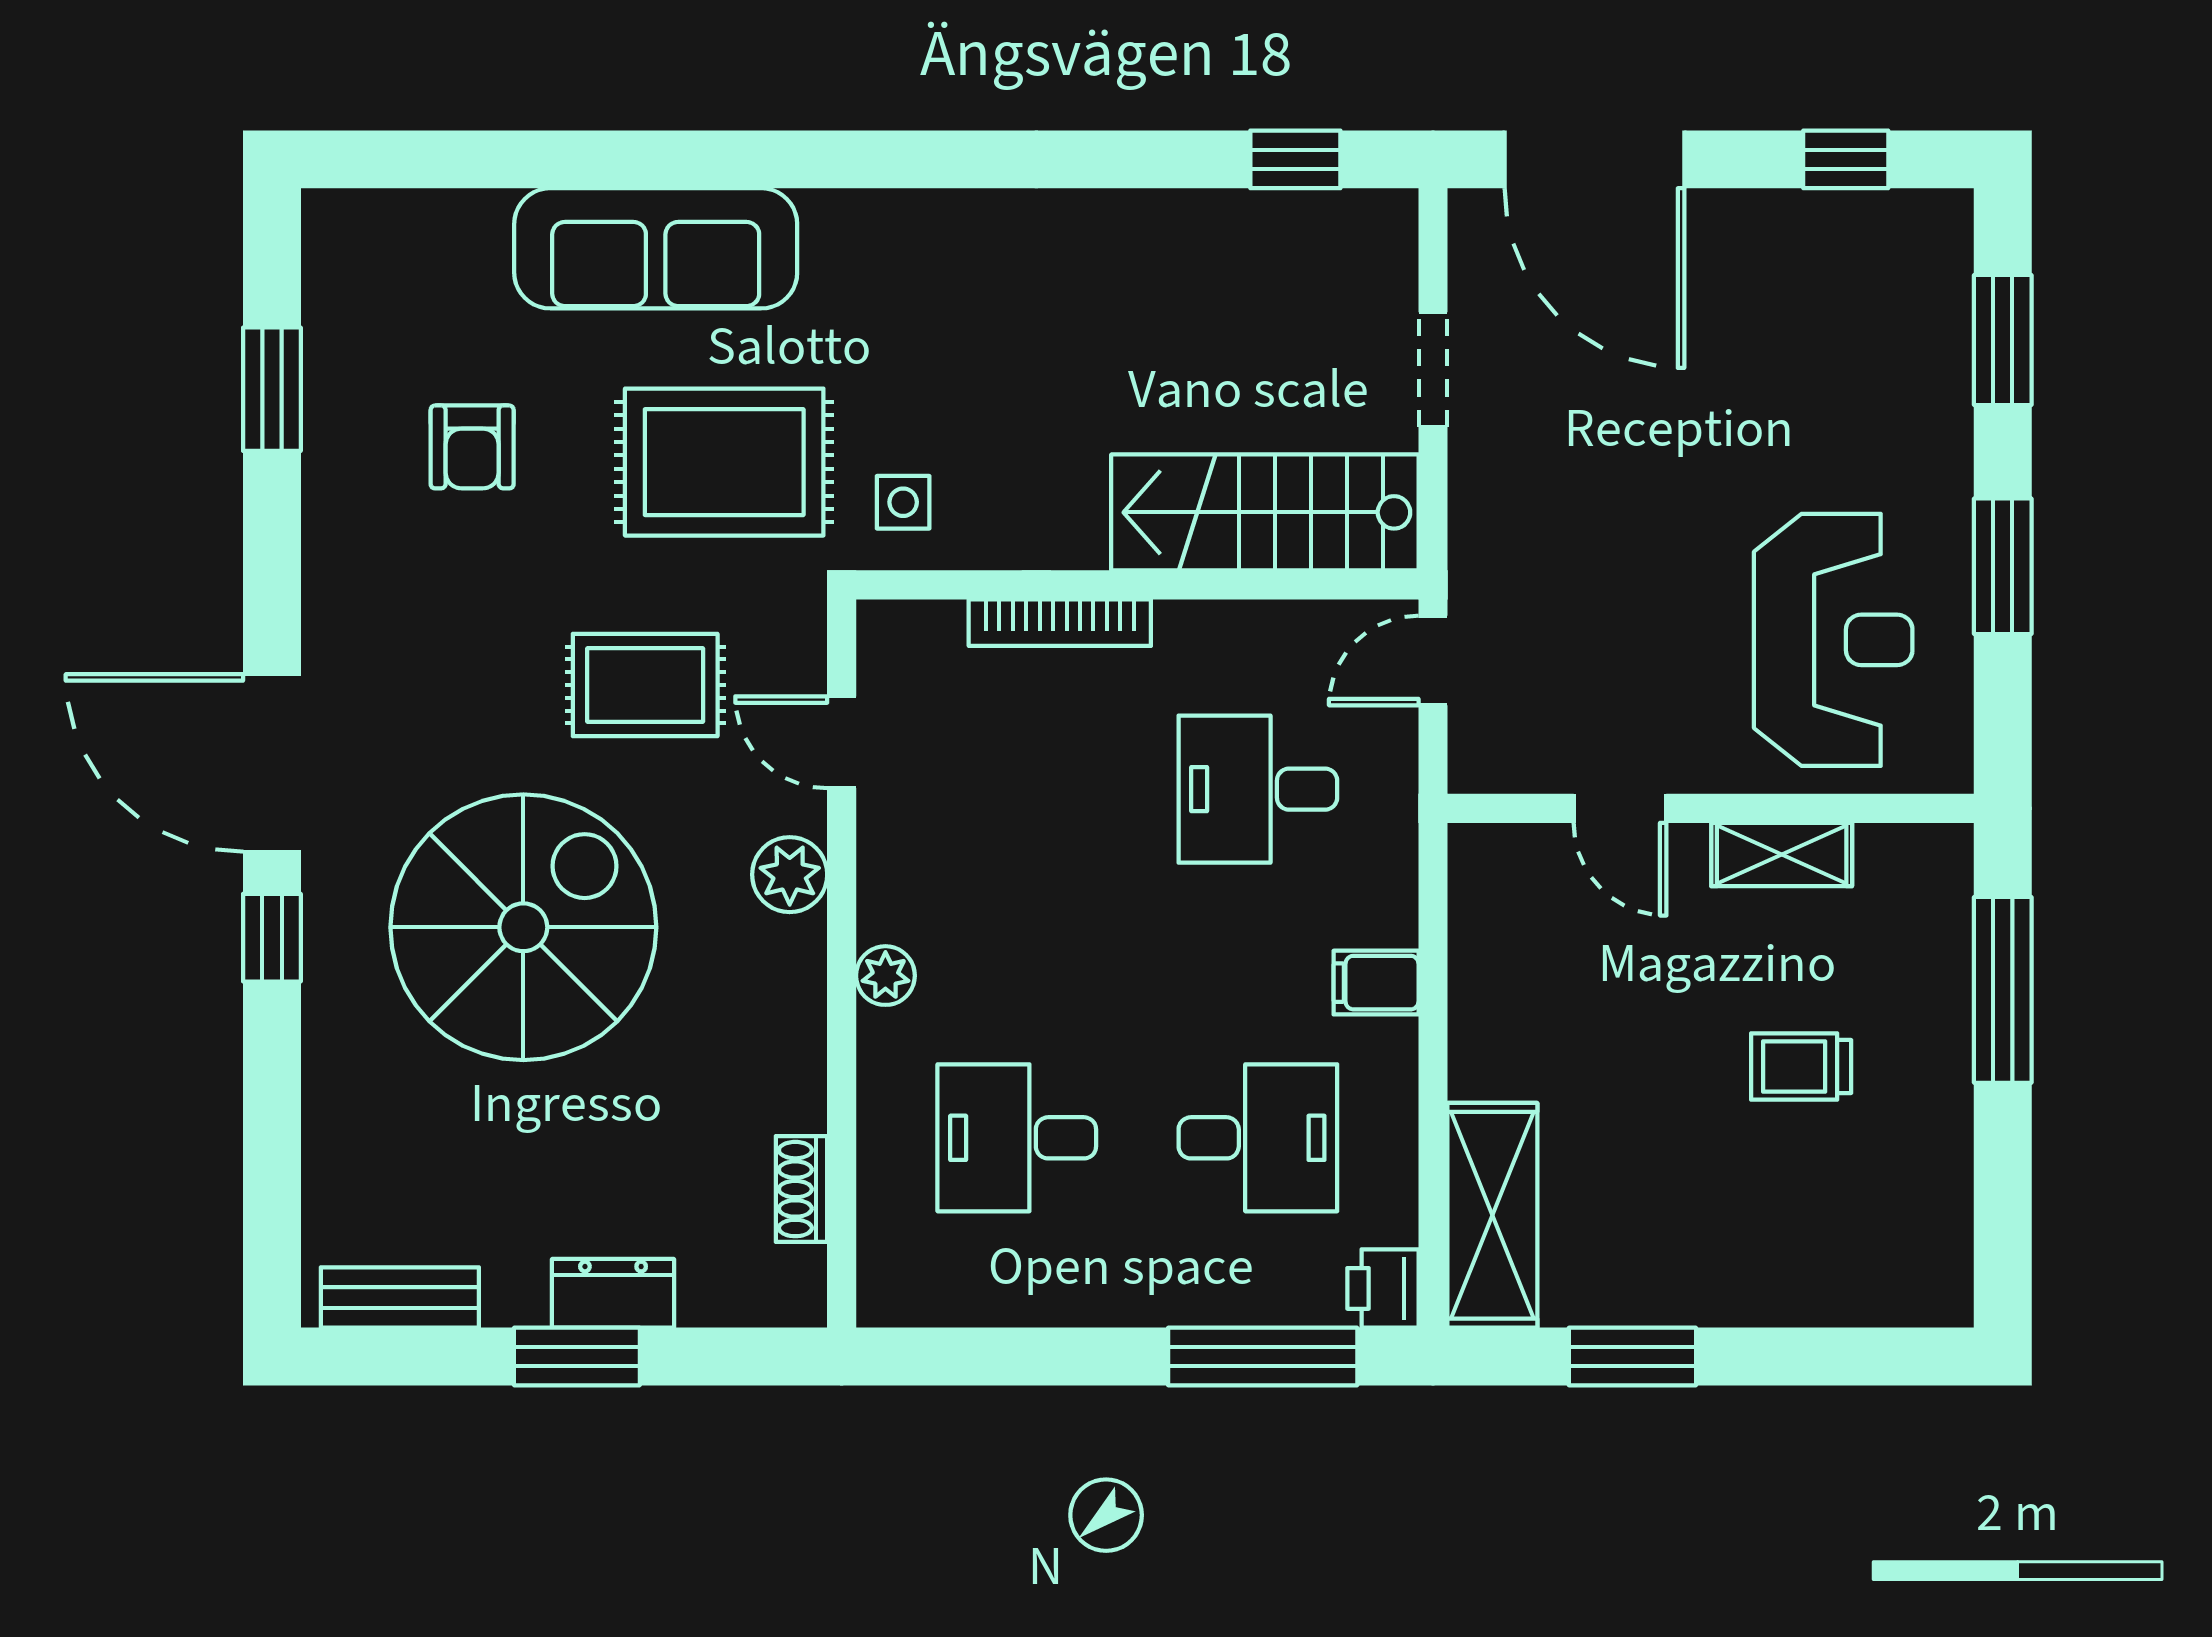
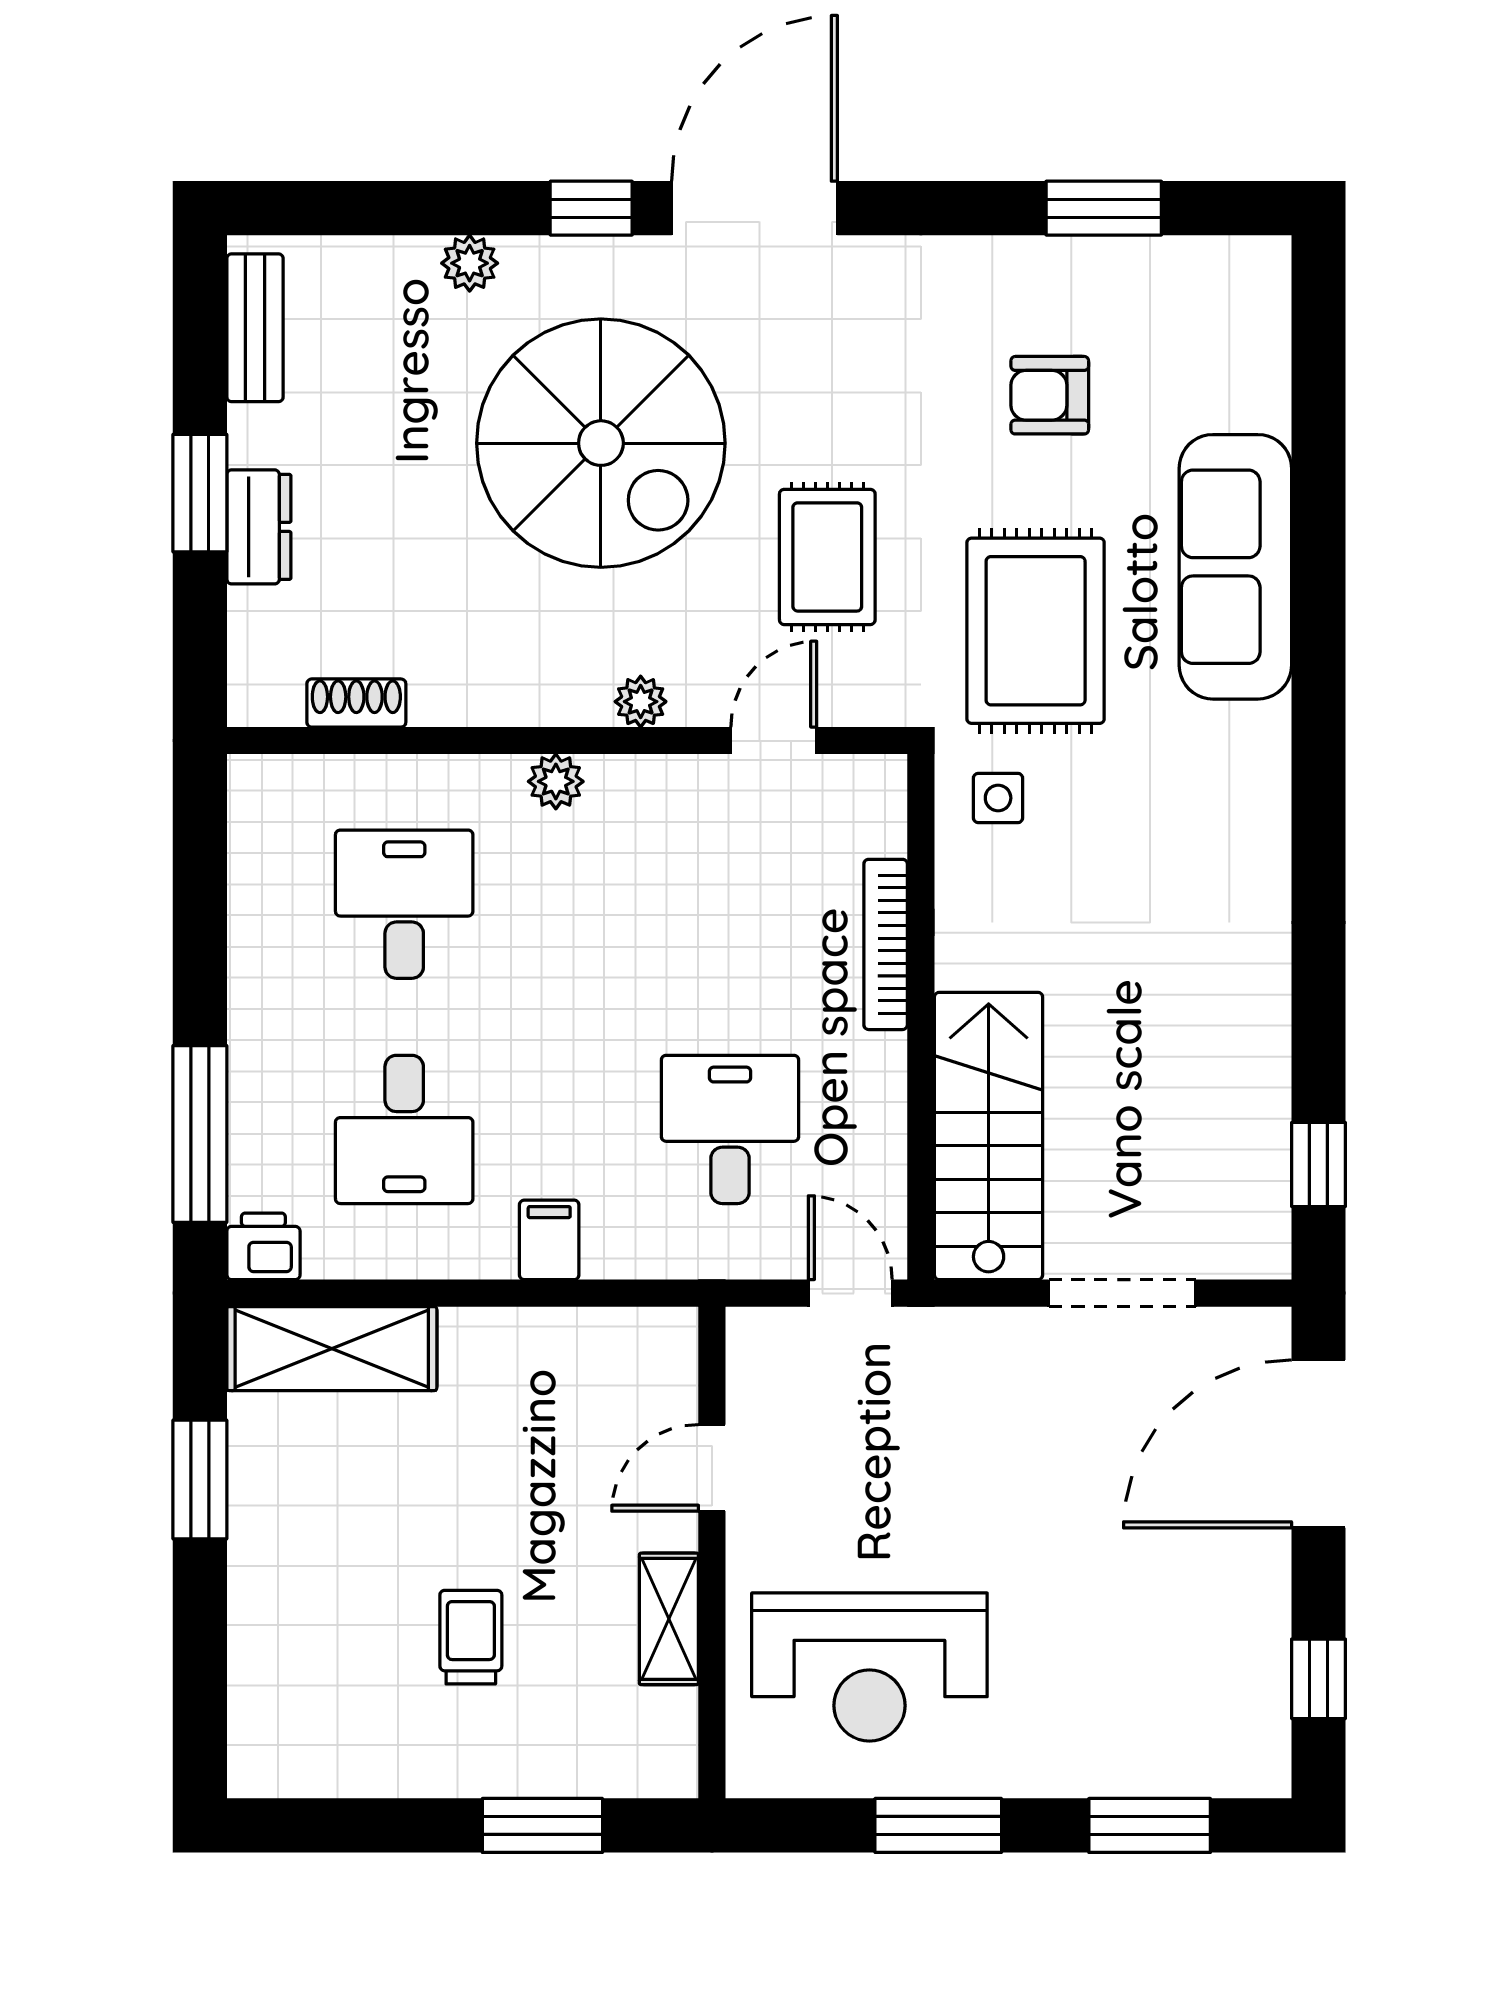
doorway: (1433, 369) -> (1122, 1293), width x1.38
plant: (790, 875) -> (641, 702), width x0.73, depth x0.73
window: (2003, 990) -> (542, 1825), width x0.69
plant: (331, 1068) -> (470, 263), added

